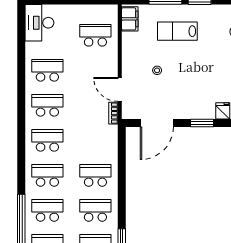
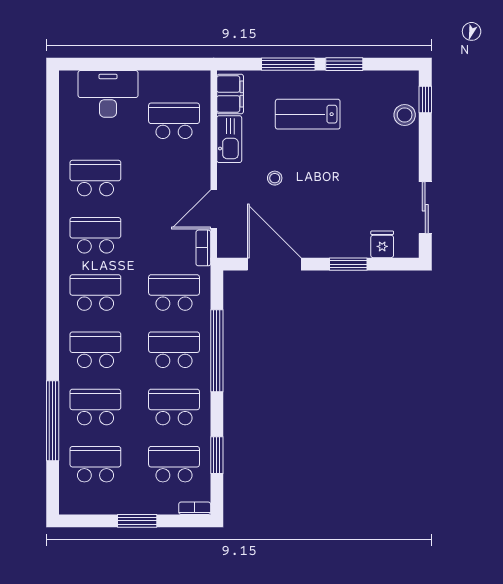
desk: (39, 23) -> (108, 94), moved, turned 90
kitchen sink: (129, 46) -> (229, 139), added
door: (120, 89) -> (214, 209), hinge flipped
door: (157, 123) -> (274, 264), swing flipped
school desk: (95, 140) -> (174, 293), added
window: (122, 176) -> (217, 351), added

